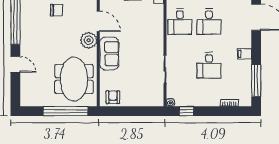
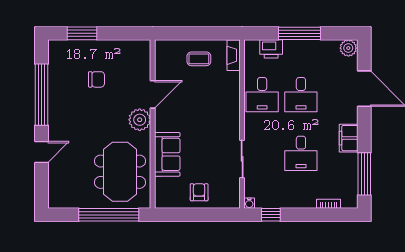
door: (98, 21) -> (153, 94), hinge flipped
sofa: (109, 54) -> (167, 154), moved
filing cabinet: (244, 54) -> (349, 138), width x2.00
door: (15, 64) -> (41, 152), hinge flipped
armchair: (113, 97) -> (199, 192), moved

